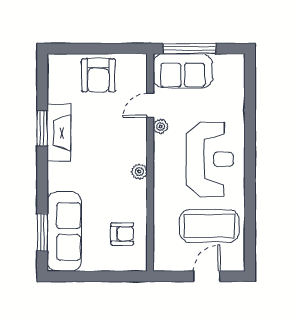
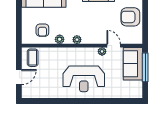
plant: (139, 203) -> (60, 39), added
coffee table: (209, 226) -> (33, 58), moved, width x0.54, depth x0.58
door: (207, 276) -> (19, 77), hinge flipped

